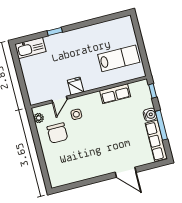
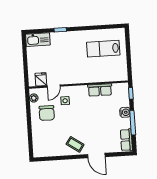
lab bench: (119, 58) -> (103, 49), moved, turned 180
fridge: (76, 86) -> (41, 79), moved
row of seats: (156, 141) -> (126, 140), width x0.68
coffee table: (98, 164) -> (75, 144), added

